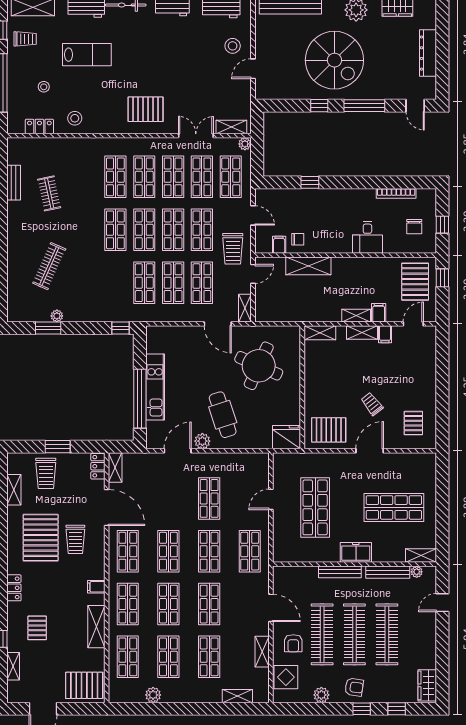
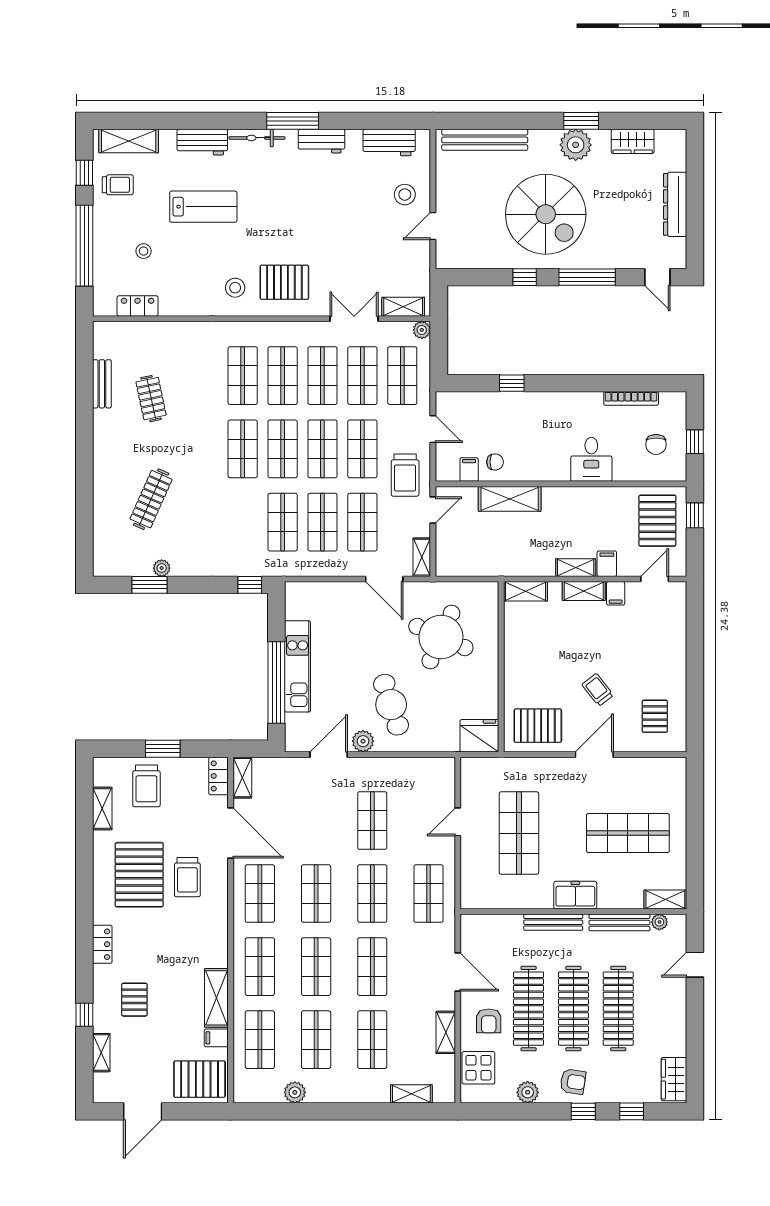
stool: (75, 118) -> (235, 288), moved
filing cabinet: (96, 587) -> (216, 1038), moved

